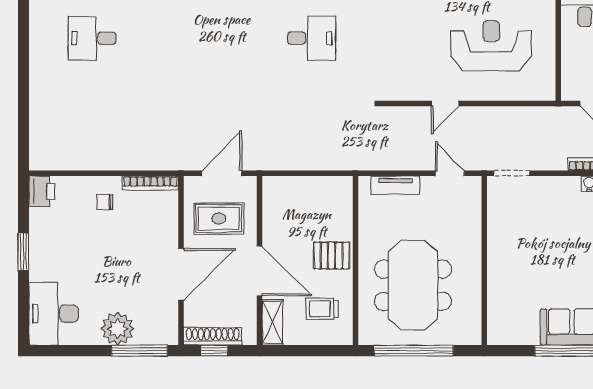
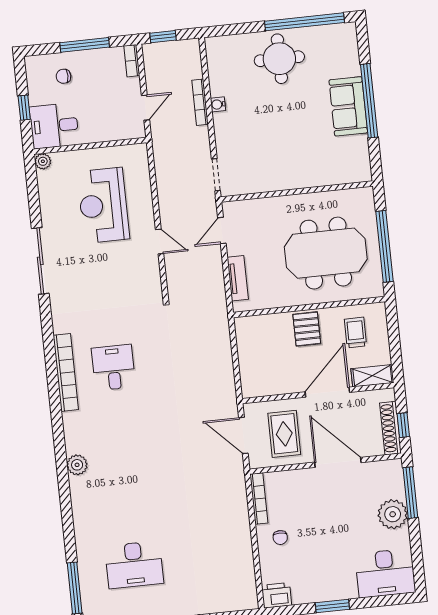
desk: (92, 38) -> (134, 565), width x1.37
trolley: (322, 309) -> (355, 332), turned 180

